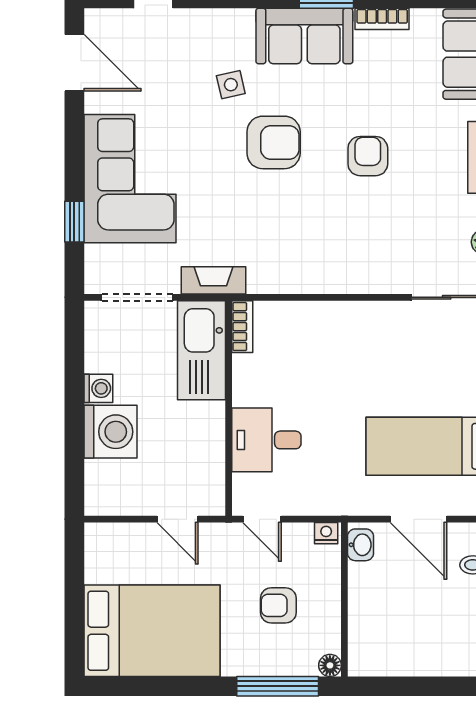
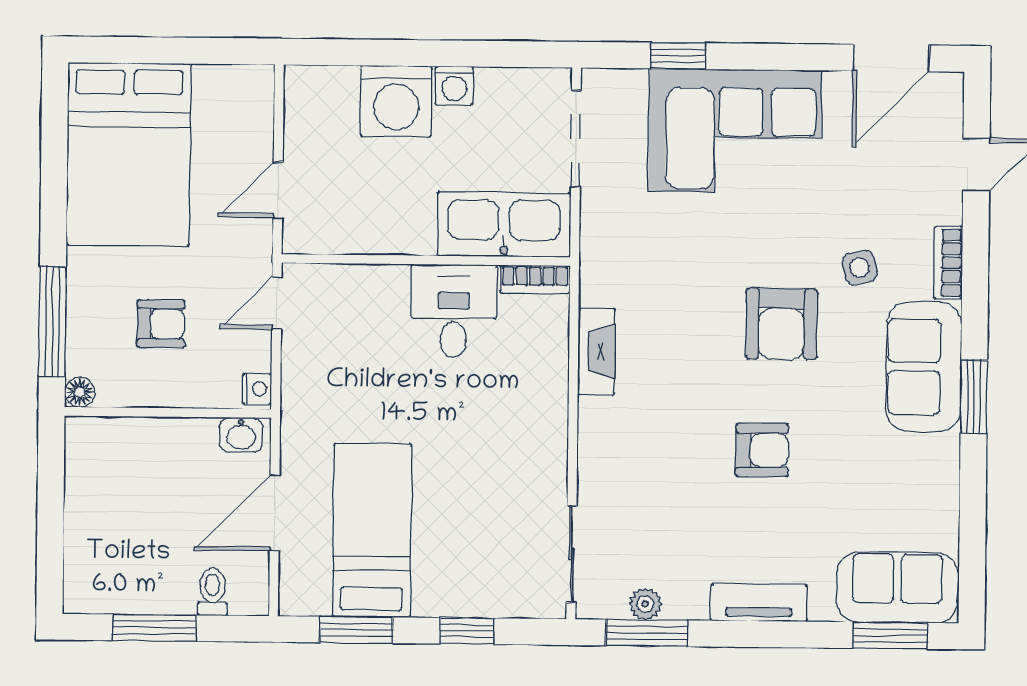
bookcase: (382, 19) -> (948, 263), moved
fireplace: (213, 280) -> (596, 351), moved
desk: (266, 440) -> (454, 311), moved
armchair: (278, 605) -> (161, 324), turned 90

